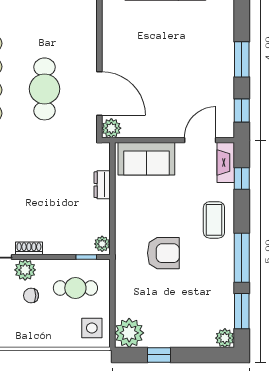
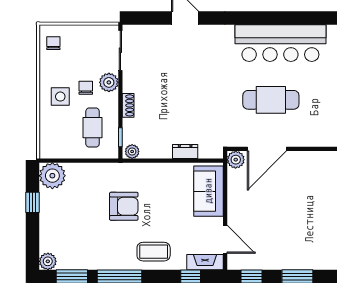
shoe rack: (29, 248) -> (128, 105), moved
armchair: (163, 253) -> (124, 206), turned -90
side table: (92, 328) -> (60, 97), moved

